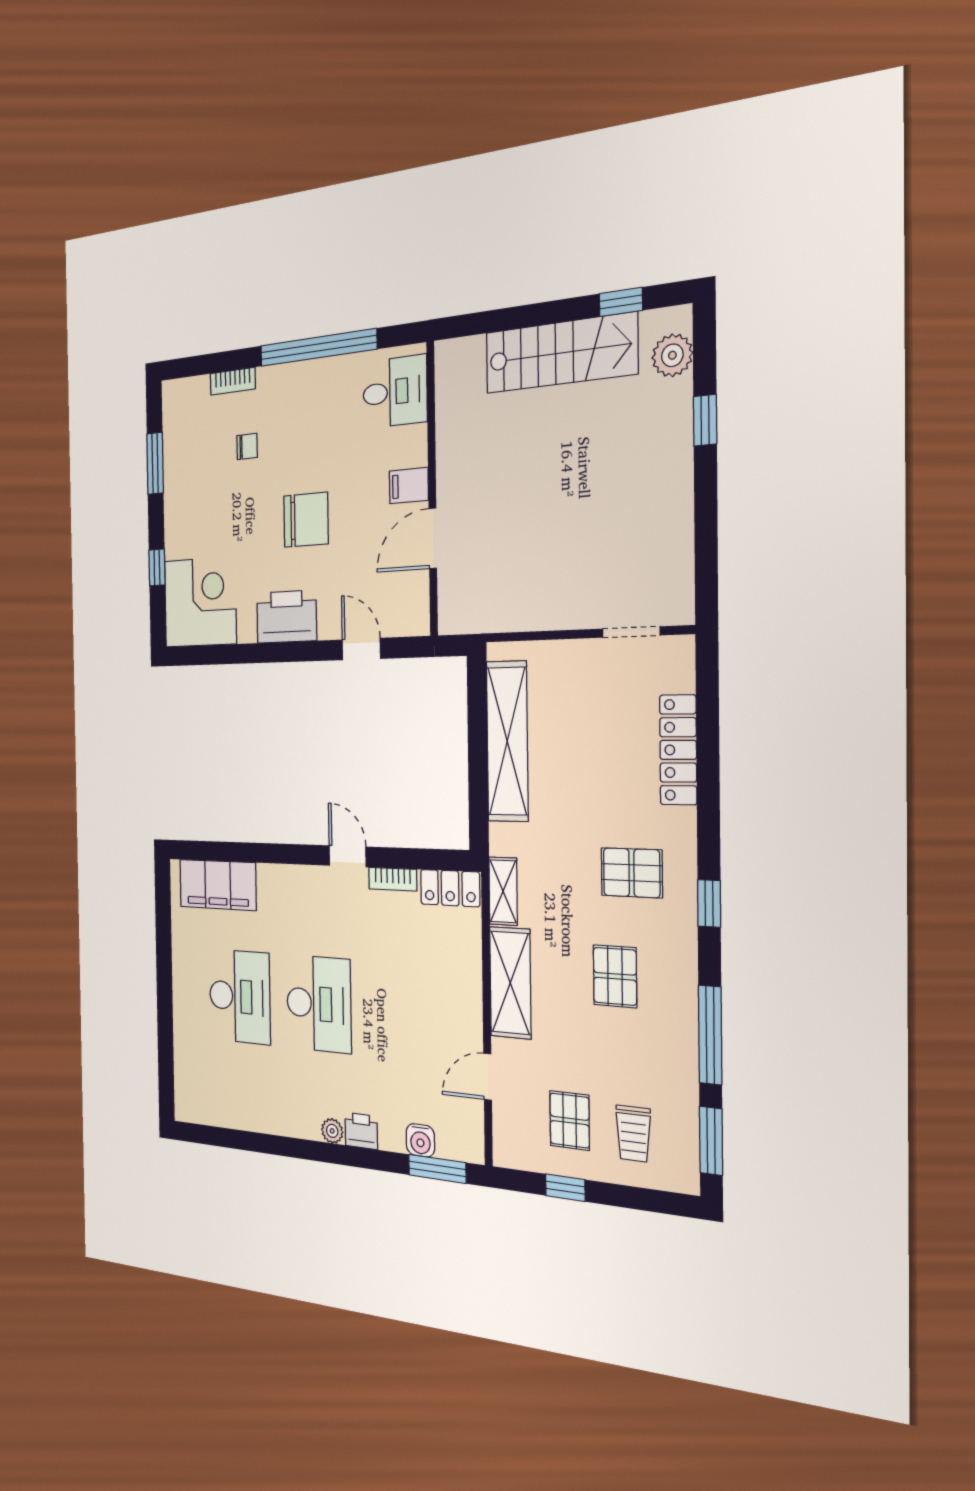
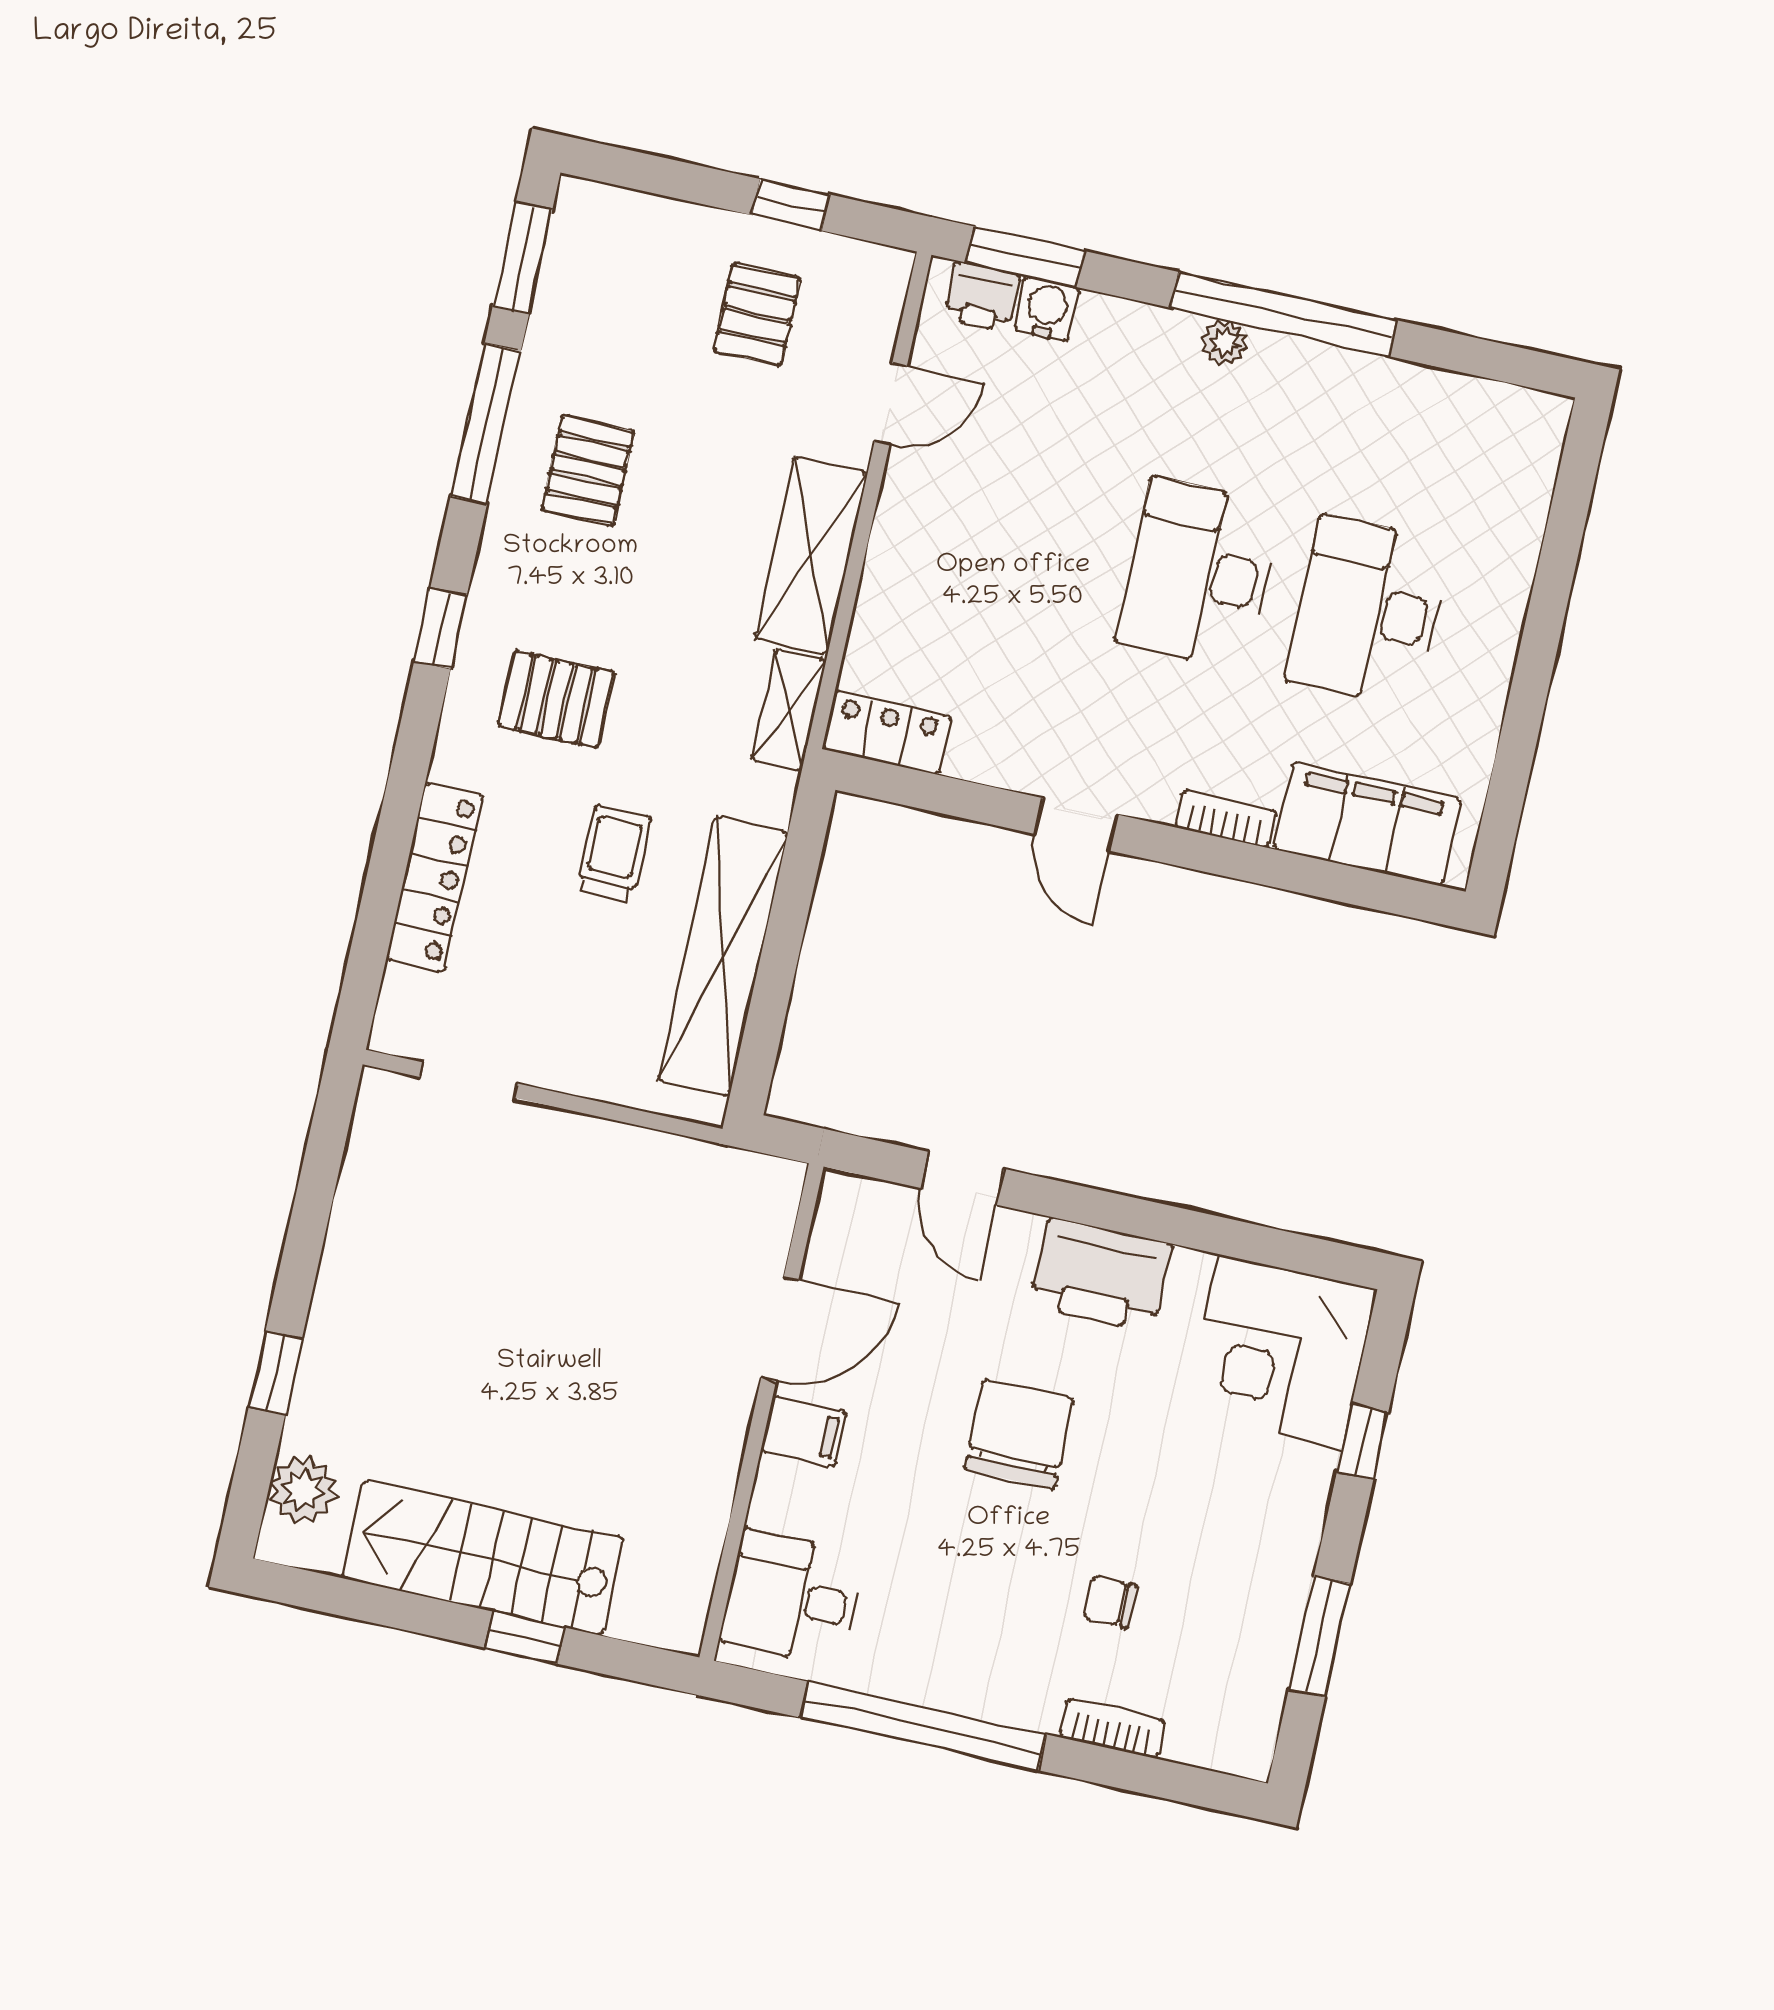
window: (621, 302) -> (525, 1638), moved
chair: (306, 520) -> (1019, 1434), turned 90
bookcase: (393, 879) -> (1226, 819), moved
pallet: (615, 976) -> (588, 470), moved
printer: (361, 1131) -> (982, 297), moved
trolley: (633, 1134) -> (614, 853), moved
window: (309, 1150) -> (1284, 314), added

